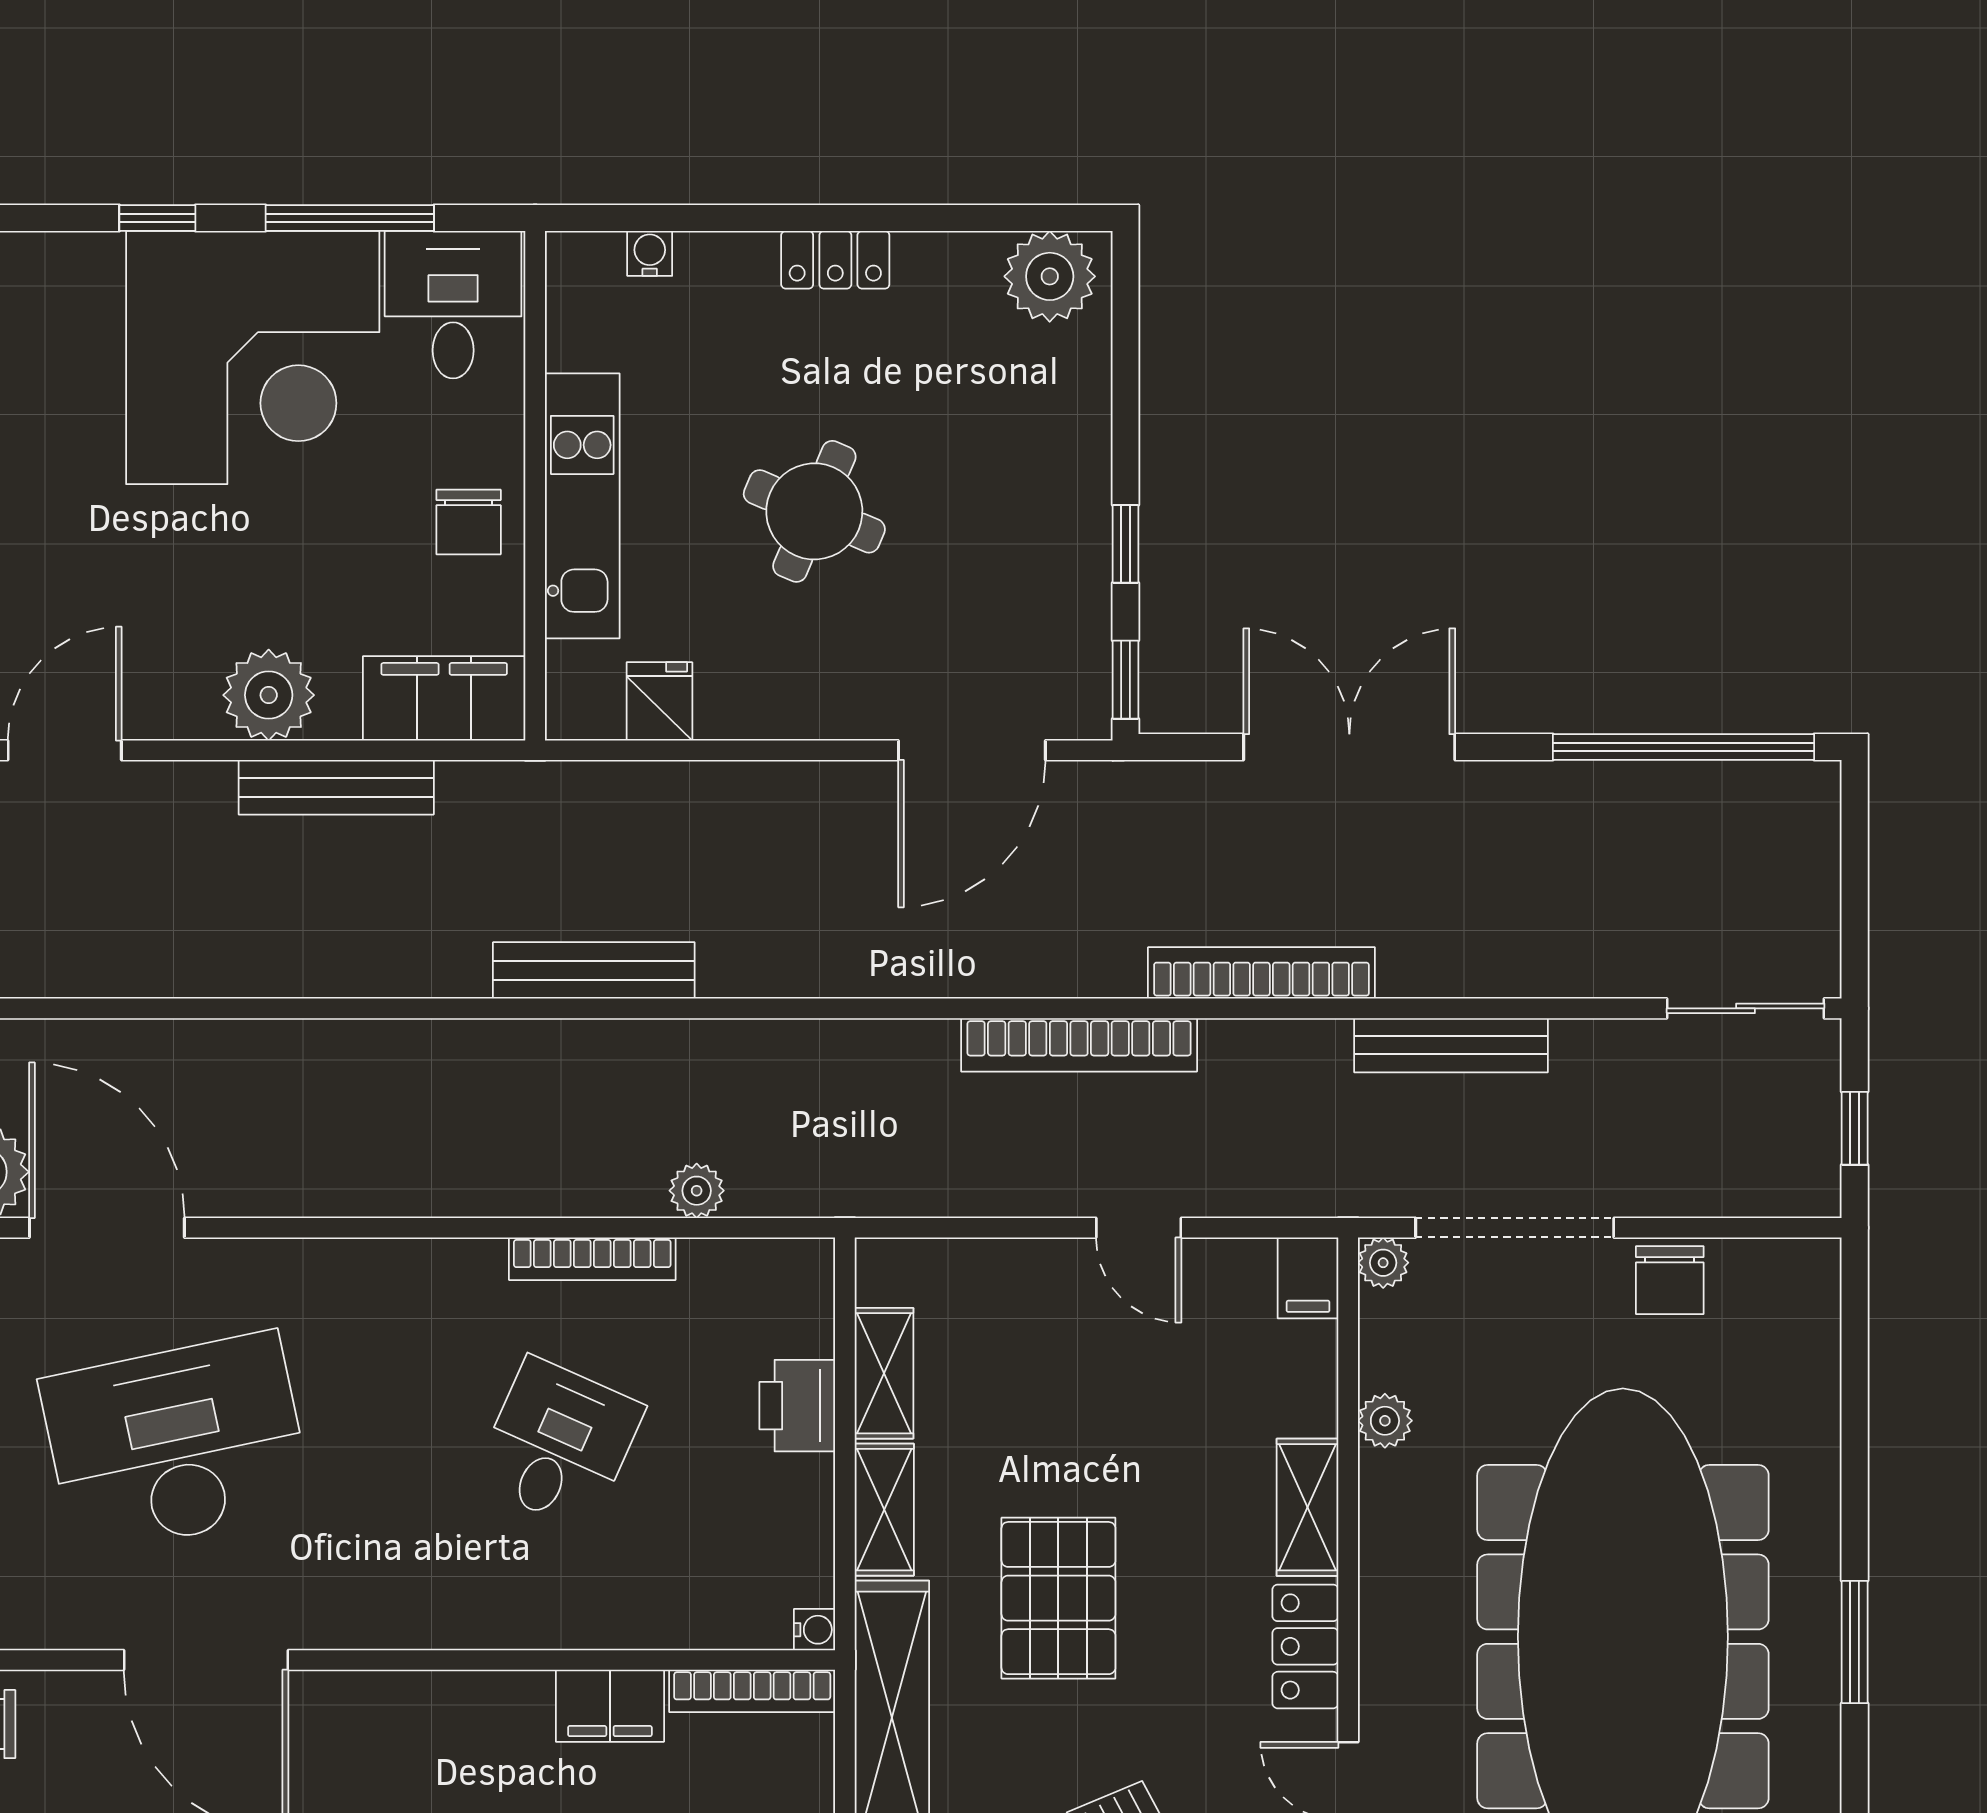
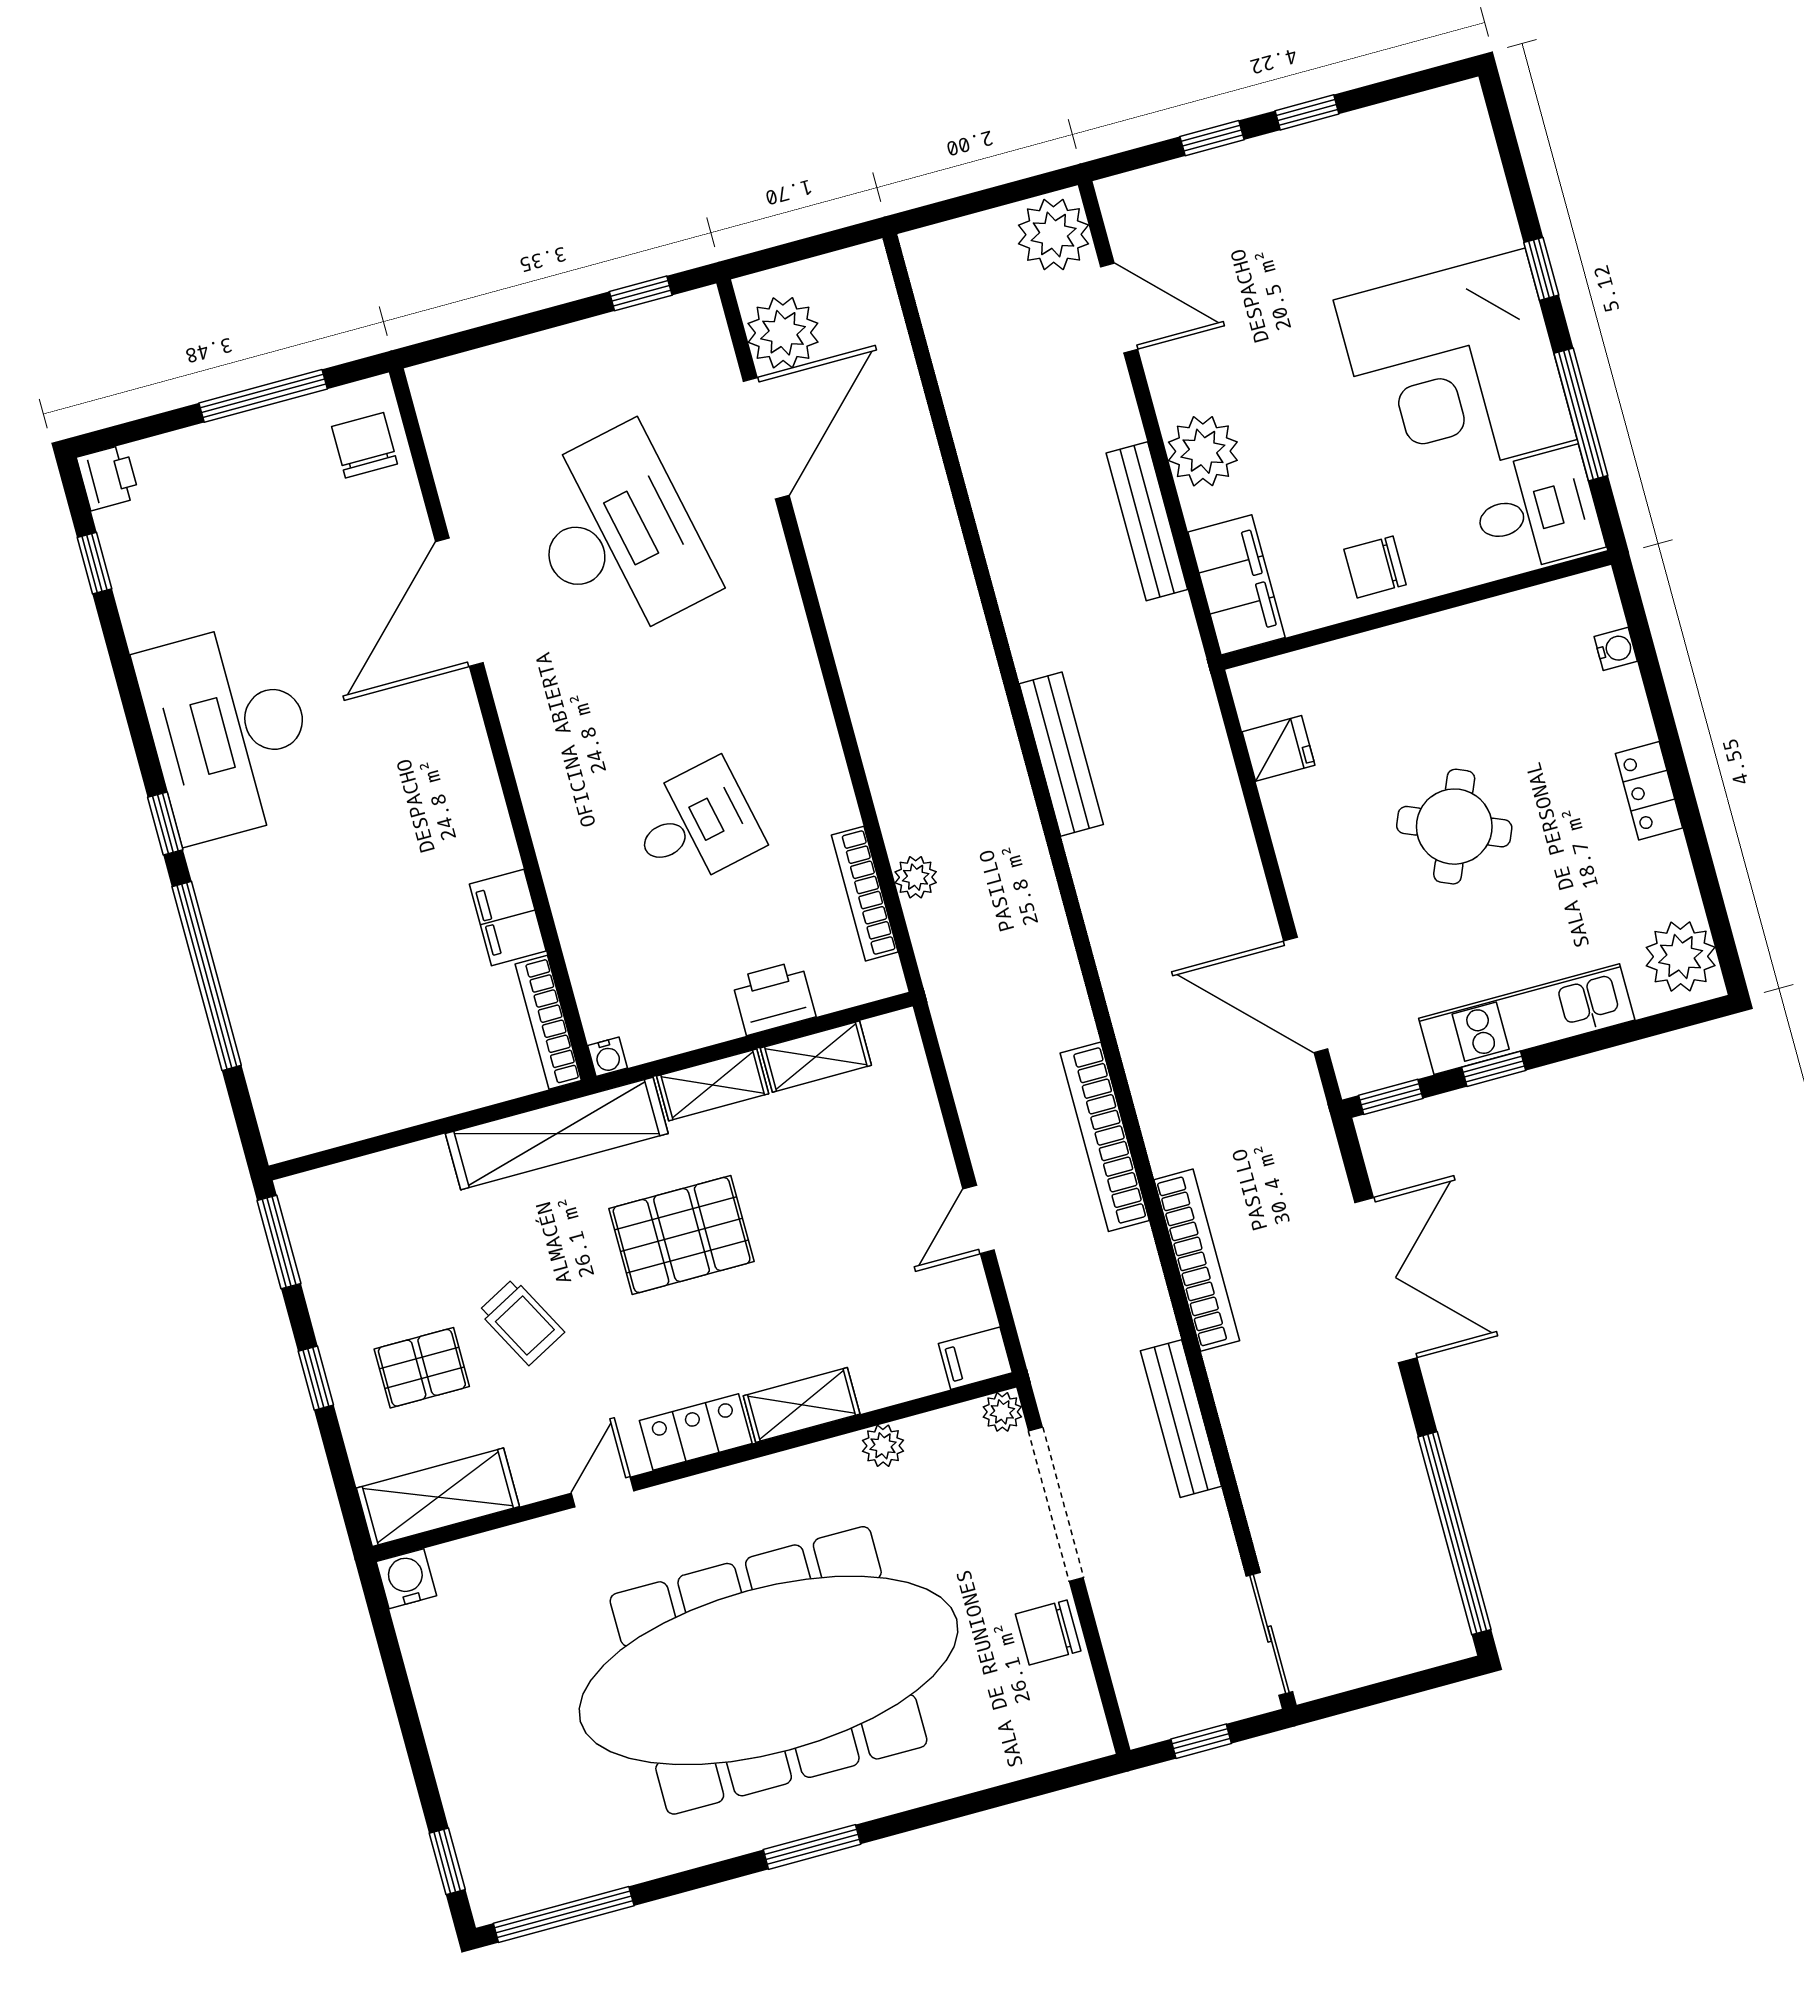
kitchen unit: (582, 506) -> (1527, 1019), moved, turned 180
bookcase: (592, 1259) -> (865, 894), moved
desk: (559, 1444) -> (695, 825), turned -36

